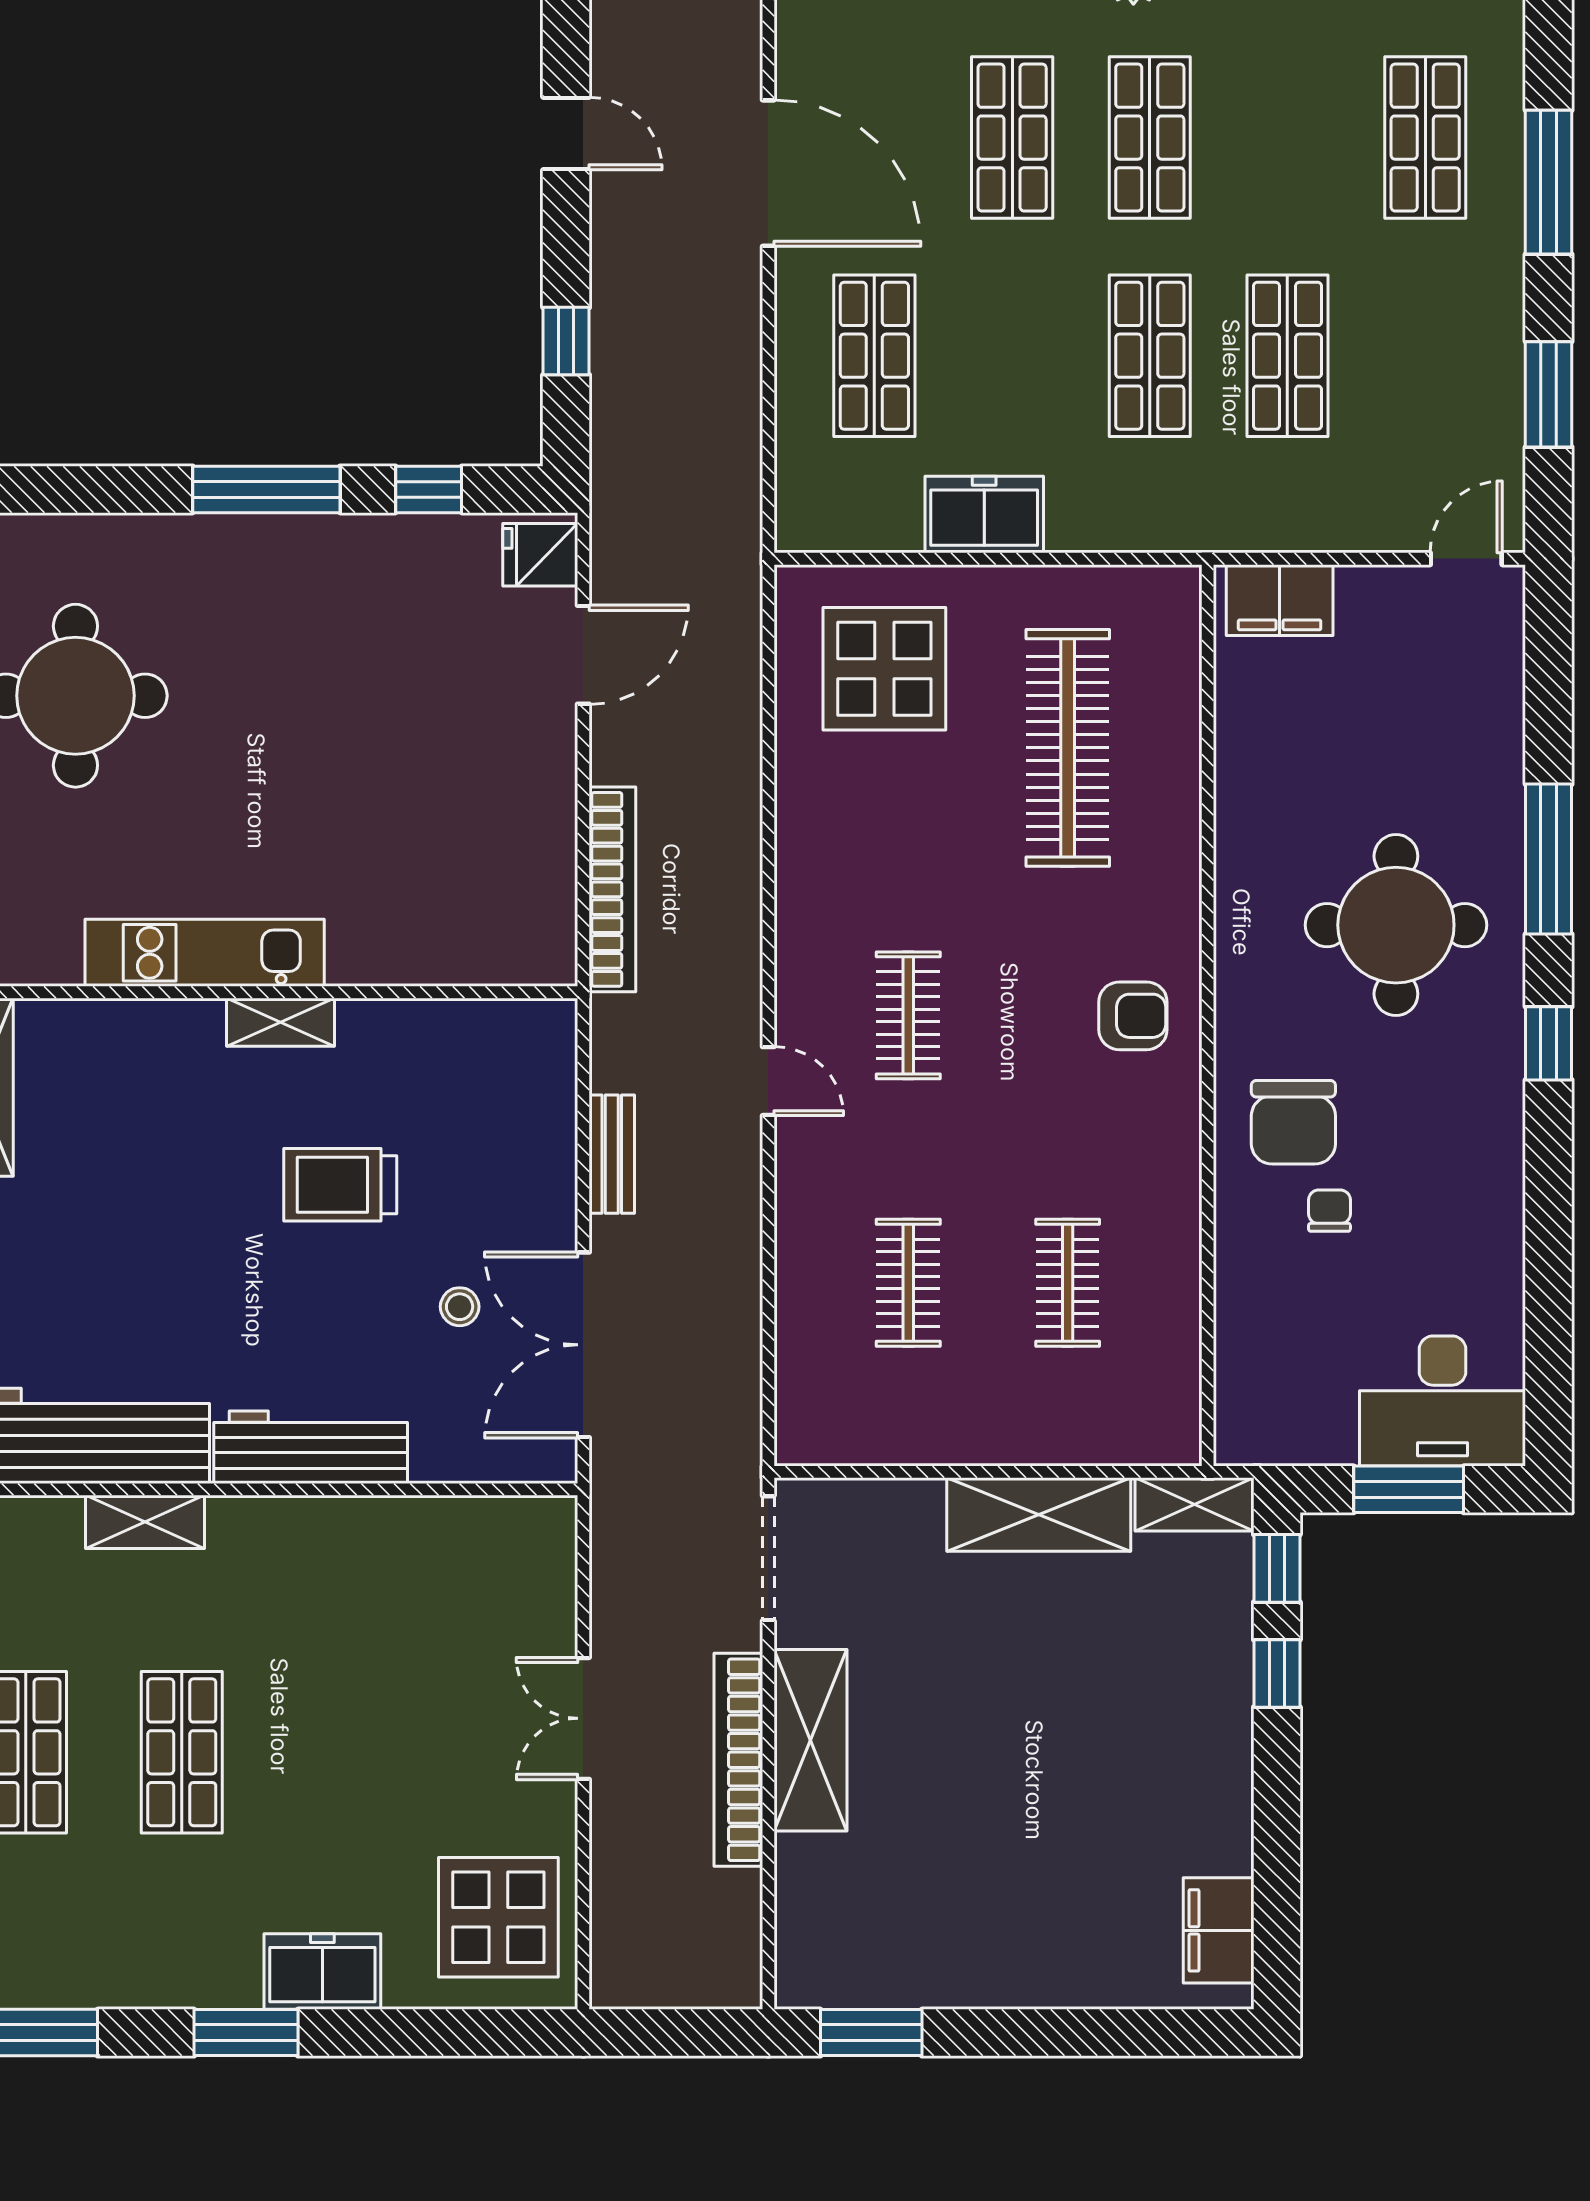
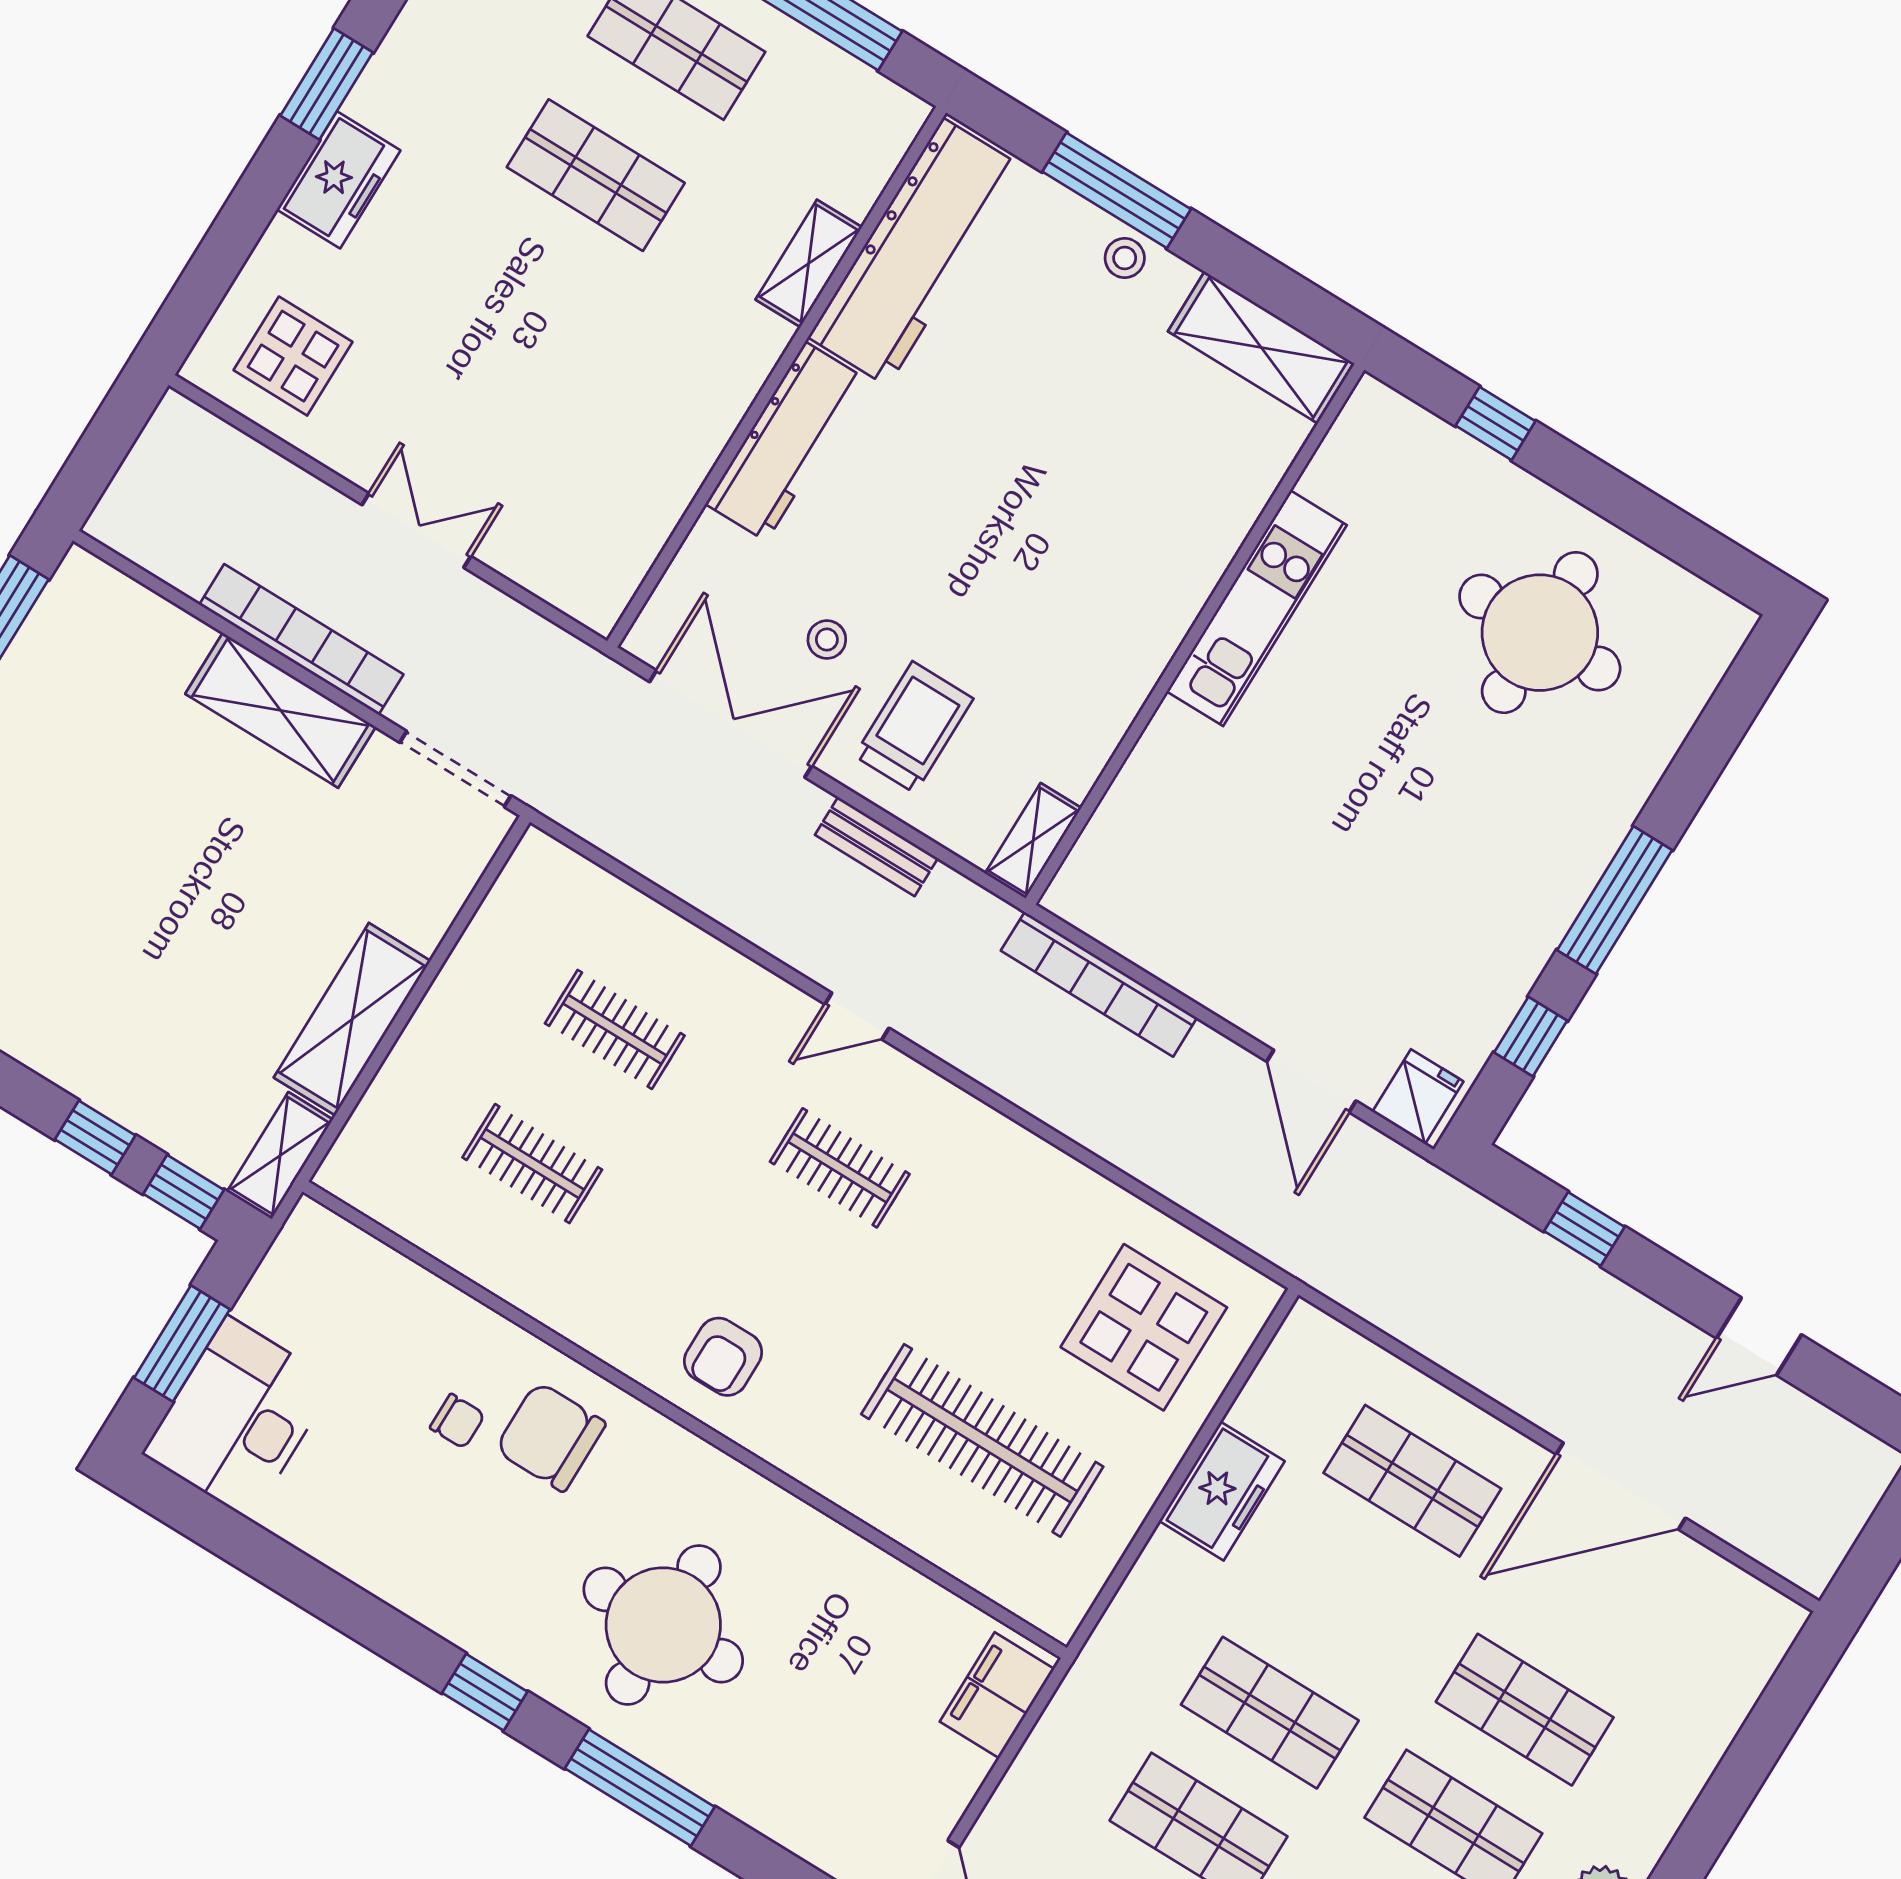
shelving: (281, 1022) -> (1033, 841), moved
trolley: (340, 1185) -> (914, 727), moved
display table: (498, 1917) -> (293, 356), width x0.73, depth x0.73

